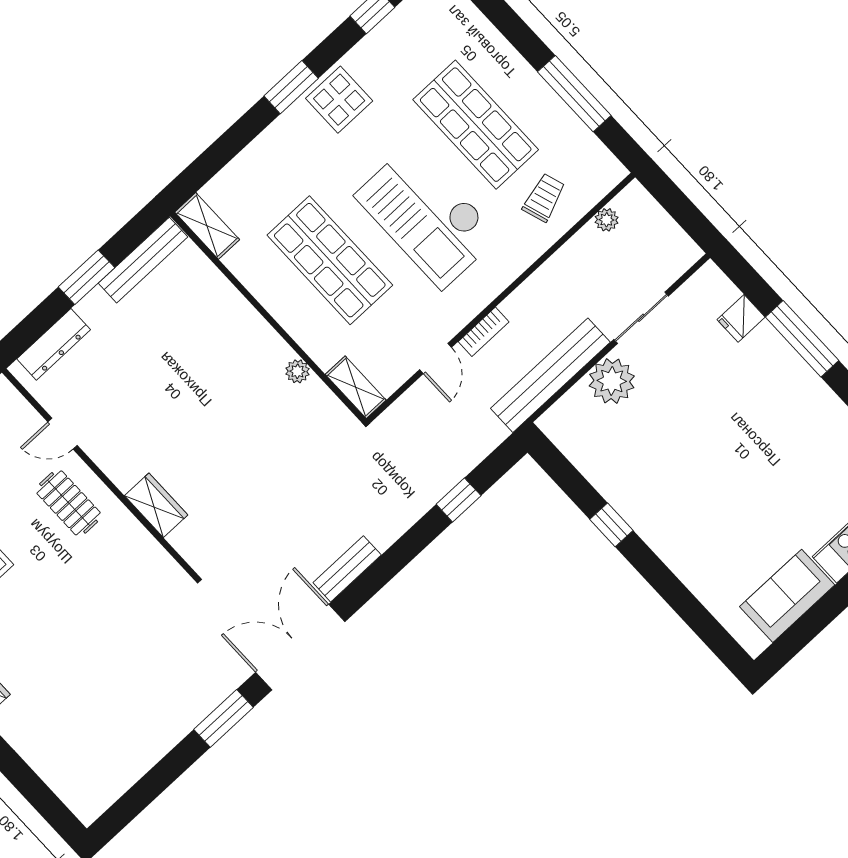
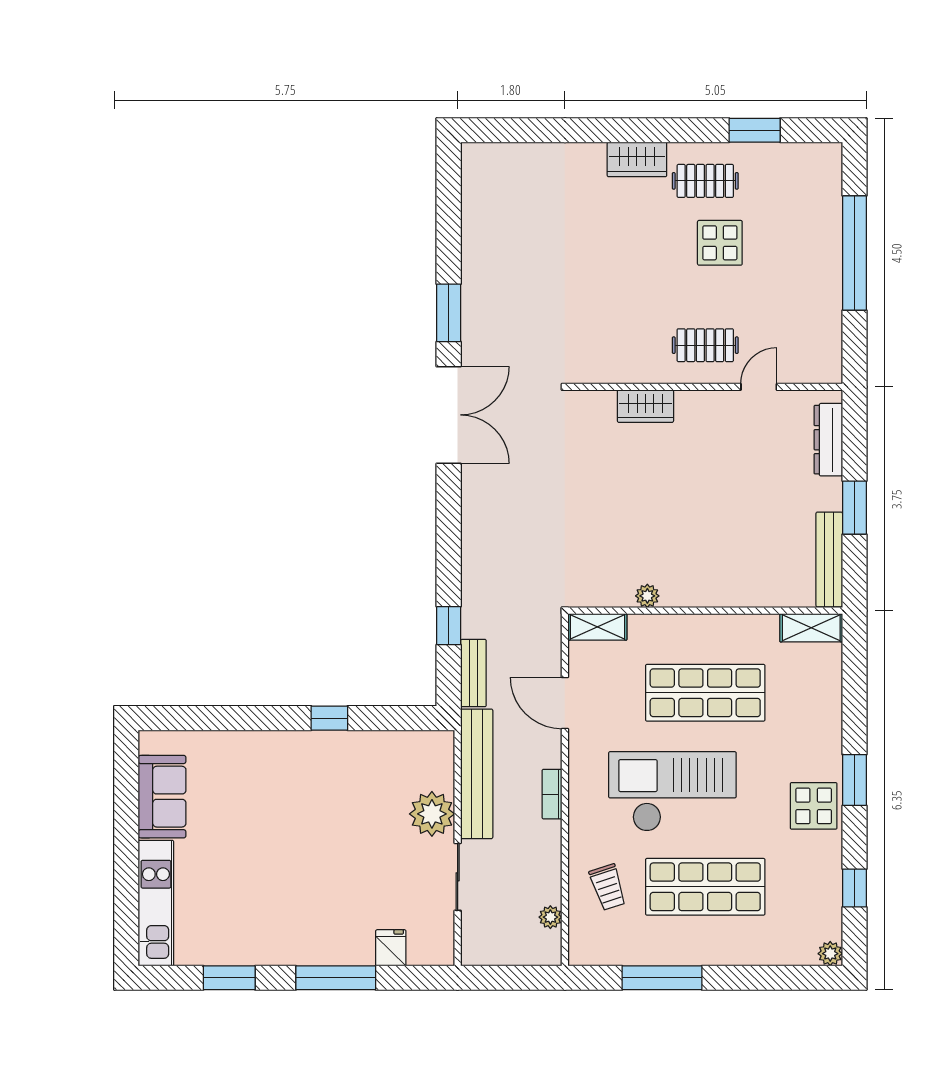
bookcase: (484, 332) -> (552, 794), moved
door: (435, 358) -> (565, 703), width x1.38
bench: (347, 569) -> (473, 673), moved

